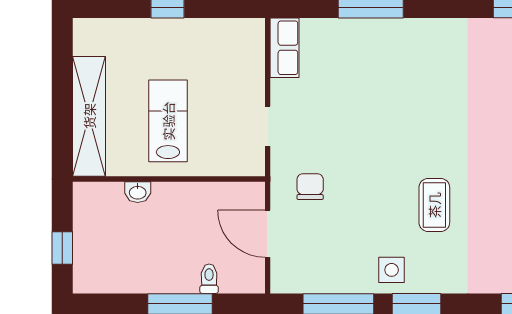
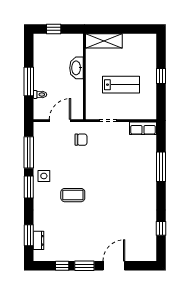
shelving: (89, 116) -> (104, 41), width x0.68
lab bench: (168, 121) -> (121, 85), moved
washbasin: (138, 192) -> (76, 68), width x1.91, depth x1.45

